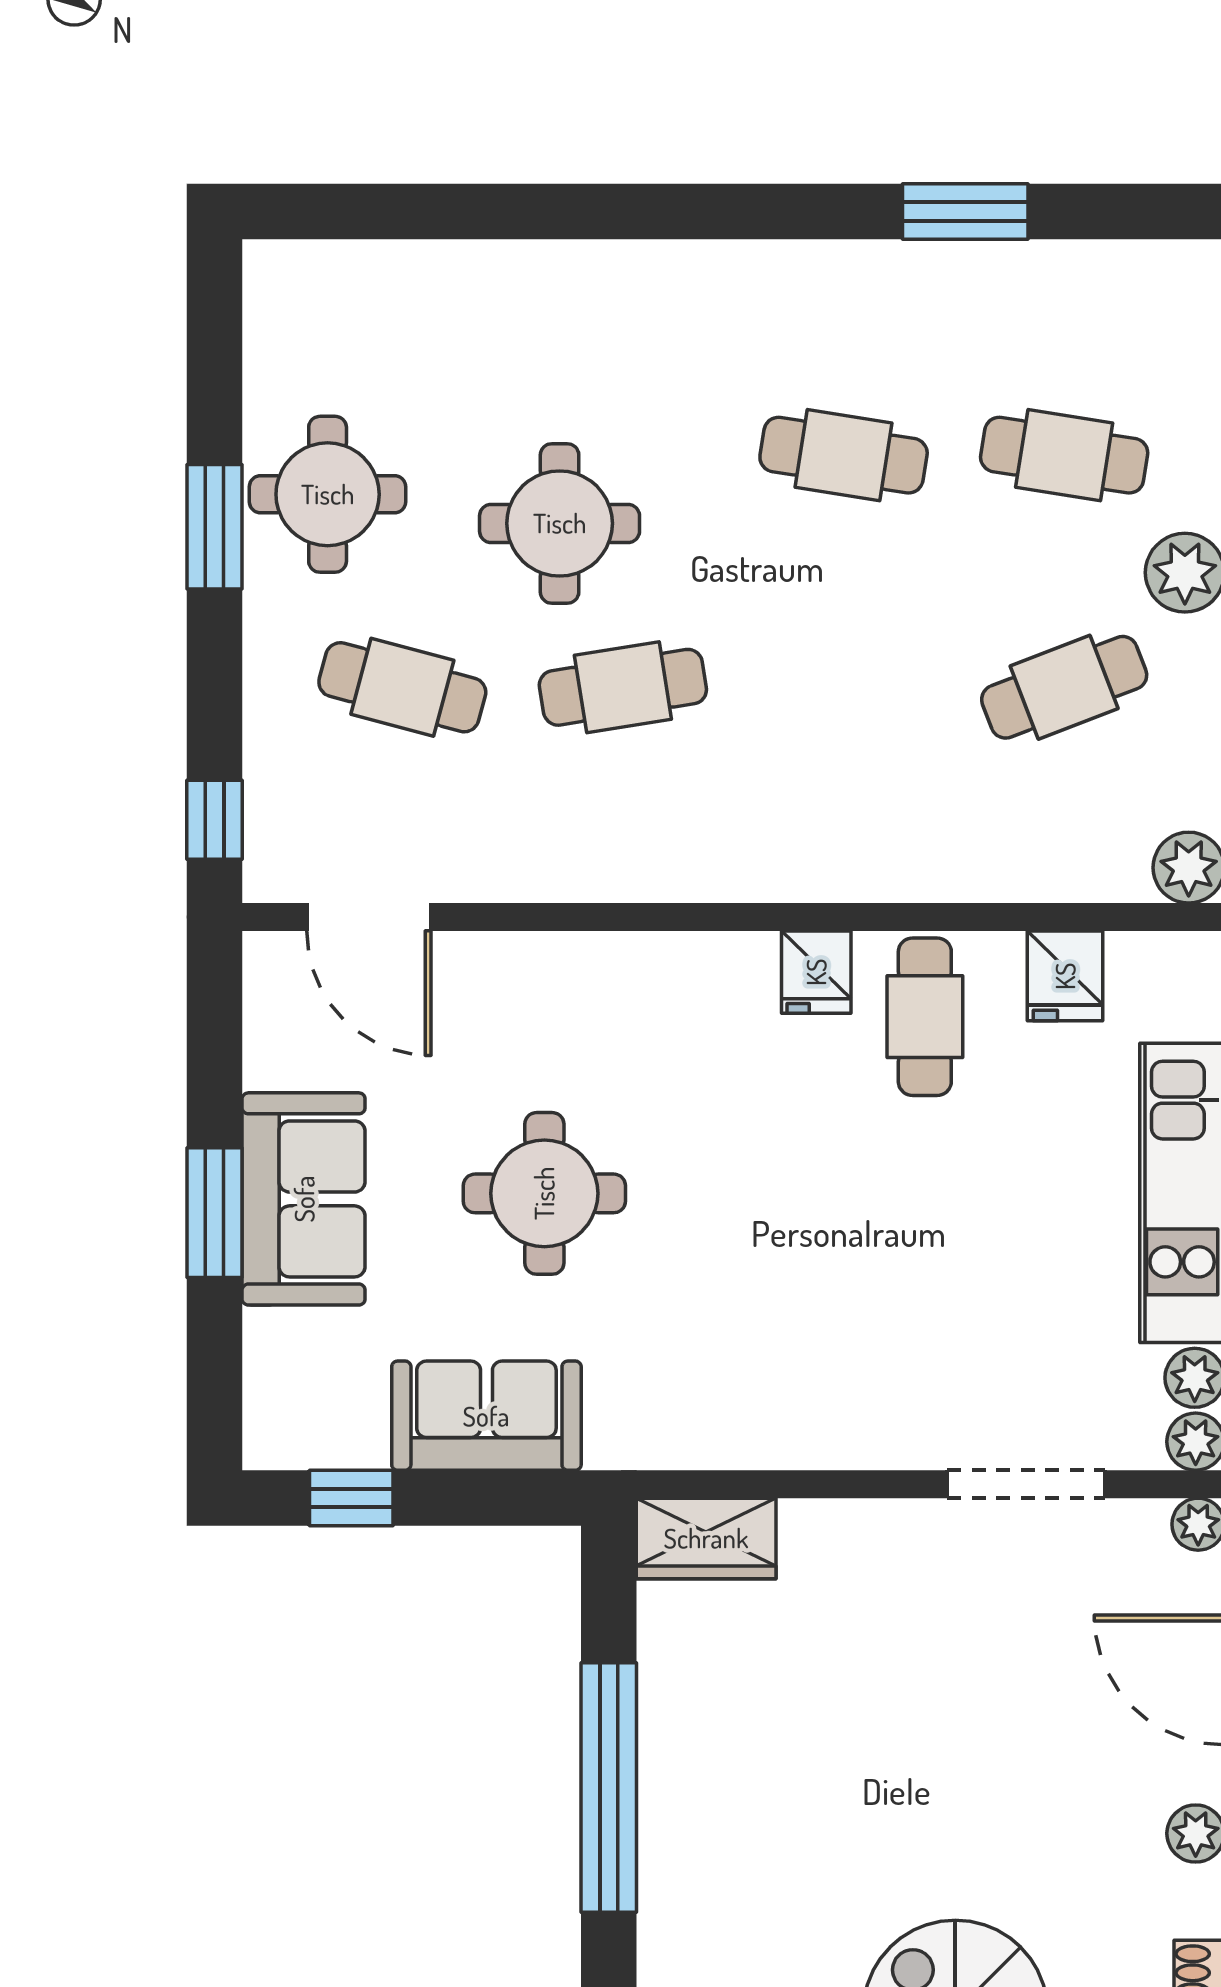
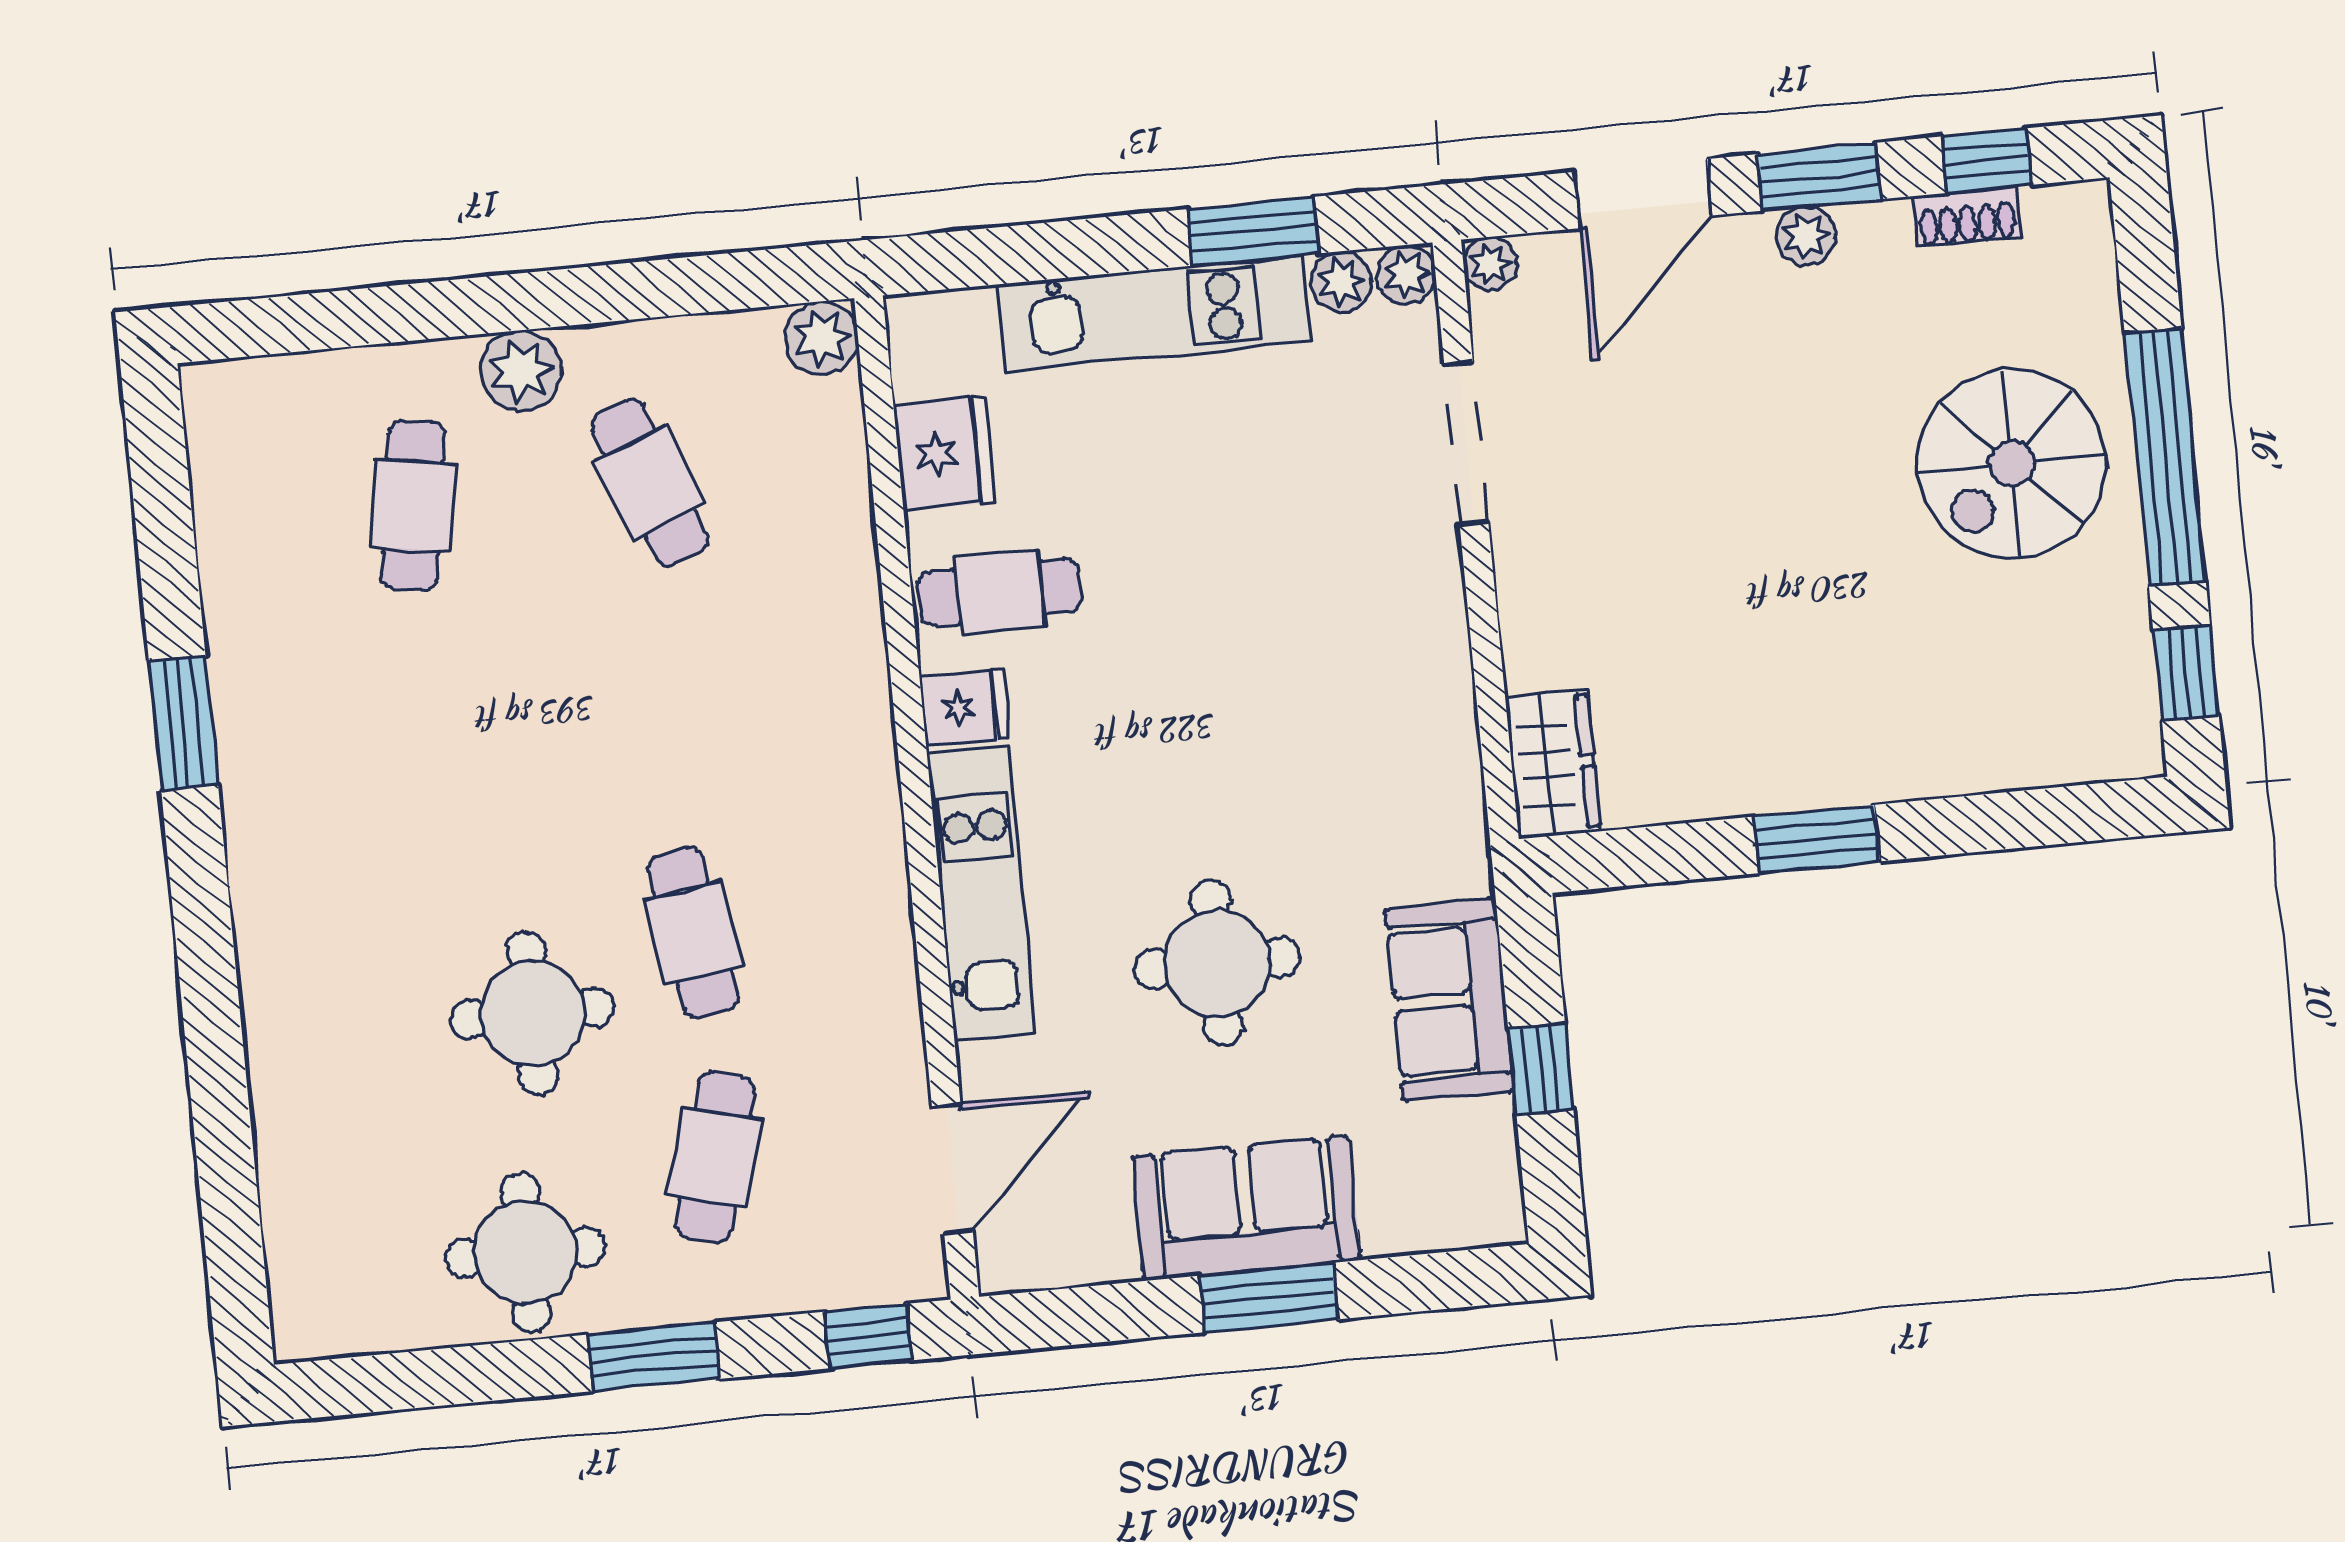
window: (965, 212) -> (183, 723), moved
cafe table: (844, 455) -> (435, 730), removed
window: (214, 527) -> (653, 1357), moved
kitchen unit: (634, 971) -> (981, 893), added
fridge: (1065, 976) -> (944, 453), width x1.38
window: (351, 1498) -> (1541, 1069), moved
window: (609, 1787) -> (1816, 839), width x0.47

